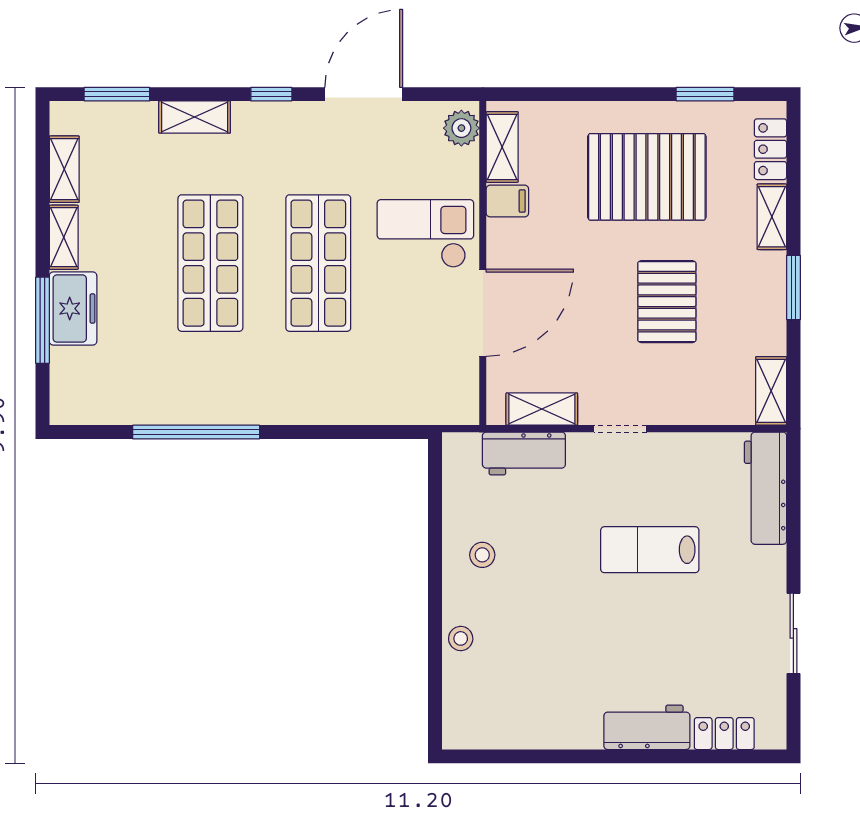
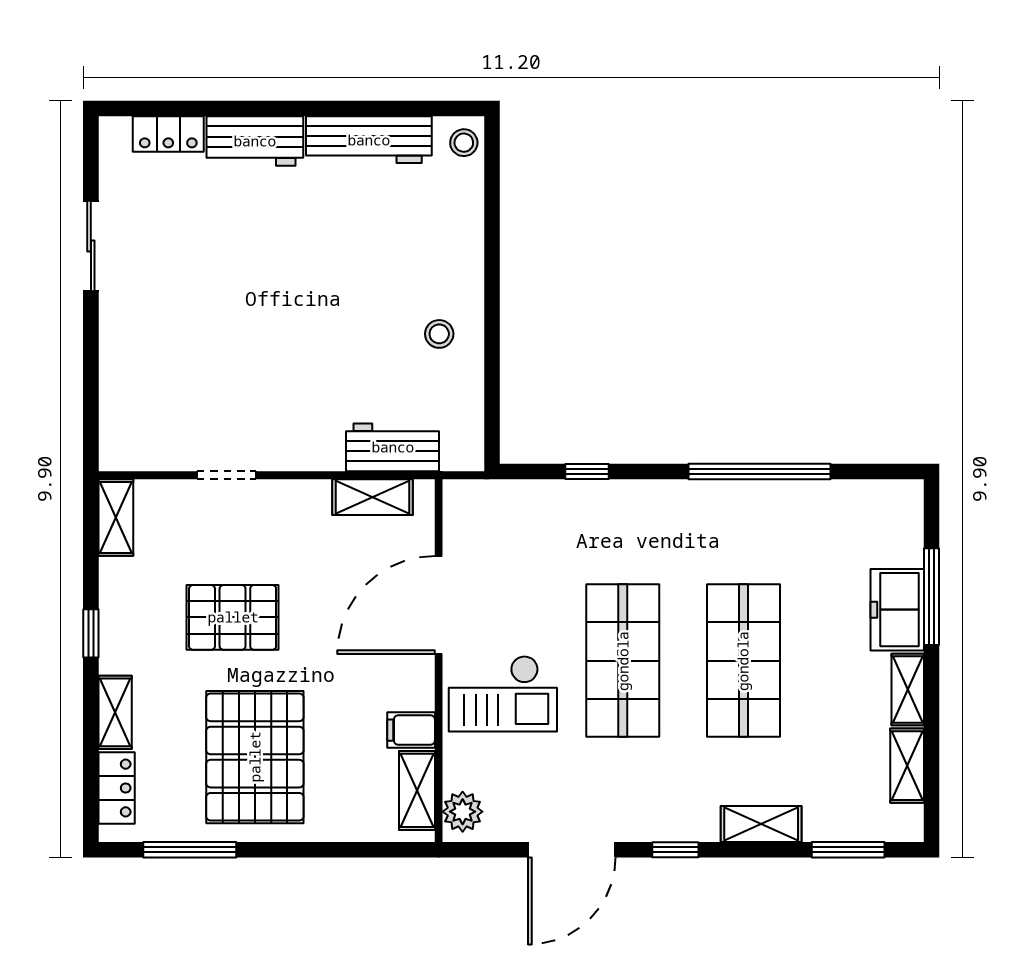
window: (705, 94) -> (190, 850), width x1.44
pallet: (647, 177) -> (255, 757), turned 90
window: (793, 287) -> (91, 633), width x0.67
pallet: (667, 302) -> (233, 617), turned 90
doorway: (620, 429) -> (227, 475), moved
window: (350, 432) -> (587, 471), added
workbench: (766, 488) -> (369, 140), moved, turned 90
lab bench: (650, 550) -> (252, 340), removed
stool: (461, 638) -> (464, 143), moved

